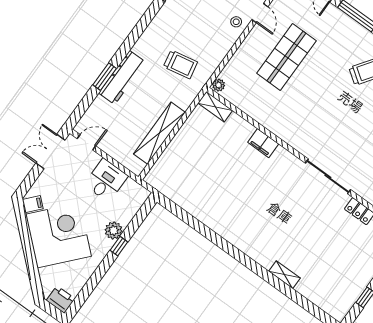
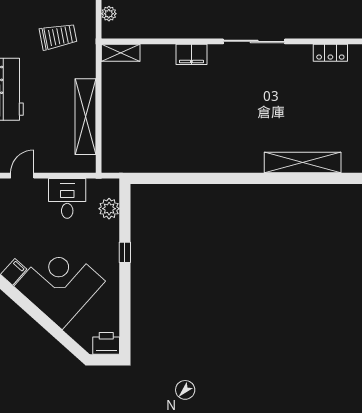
plant: (219, 85) -> (109, 14), moved
sliding door: (328, 176) -> (254, 41), moved
plant: (114, 230) -> (109, 209), moved
shelving: (285, 275) -> (303, 163), width x2.20, depth x1.33

